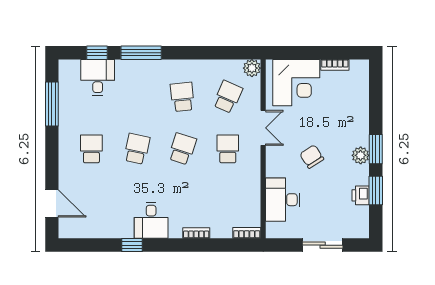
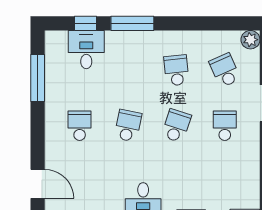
school desk: (228, 97) -> (225, 70), turned -48

